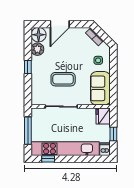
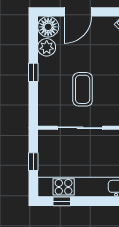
coffee table: (63, 79) -> (83, 89), turned 90
window: (28, 131) -> (33, 162), width x0.46

